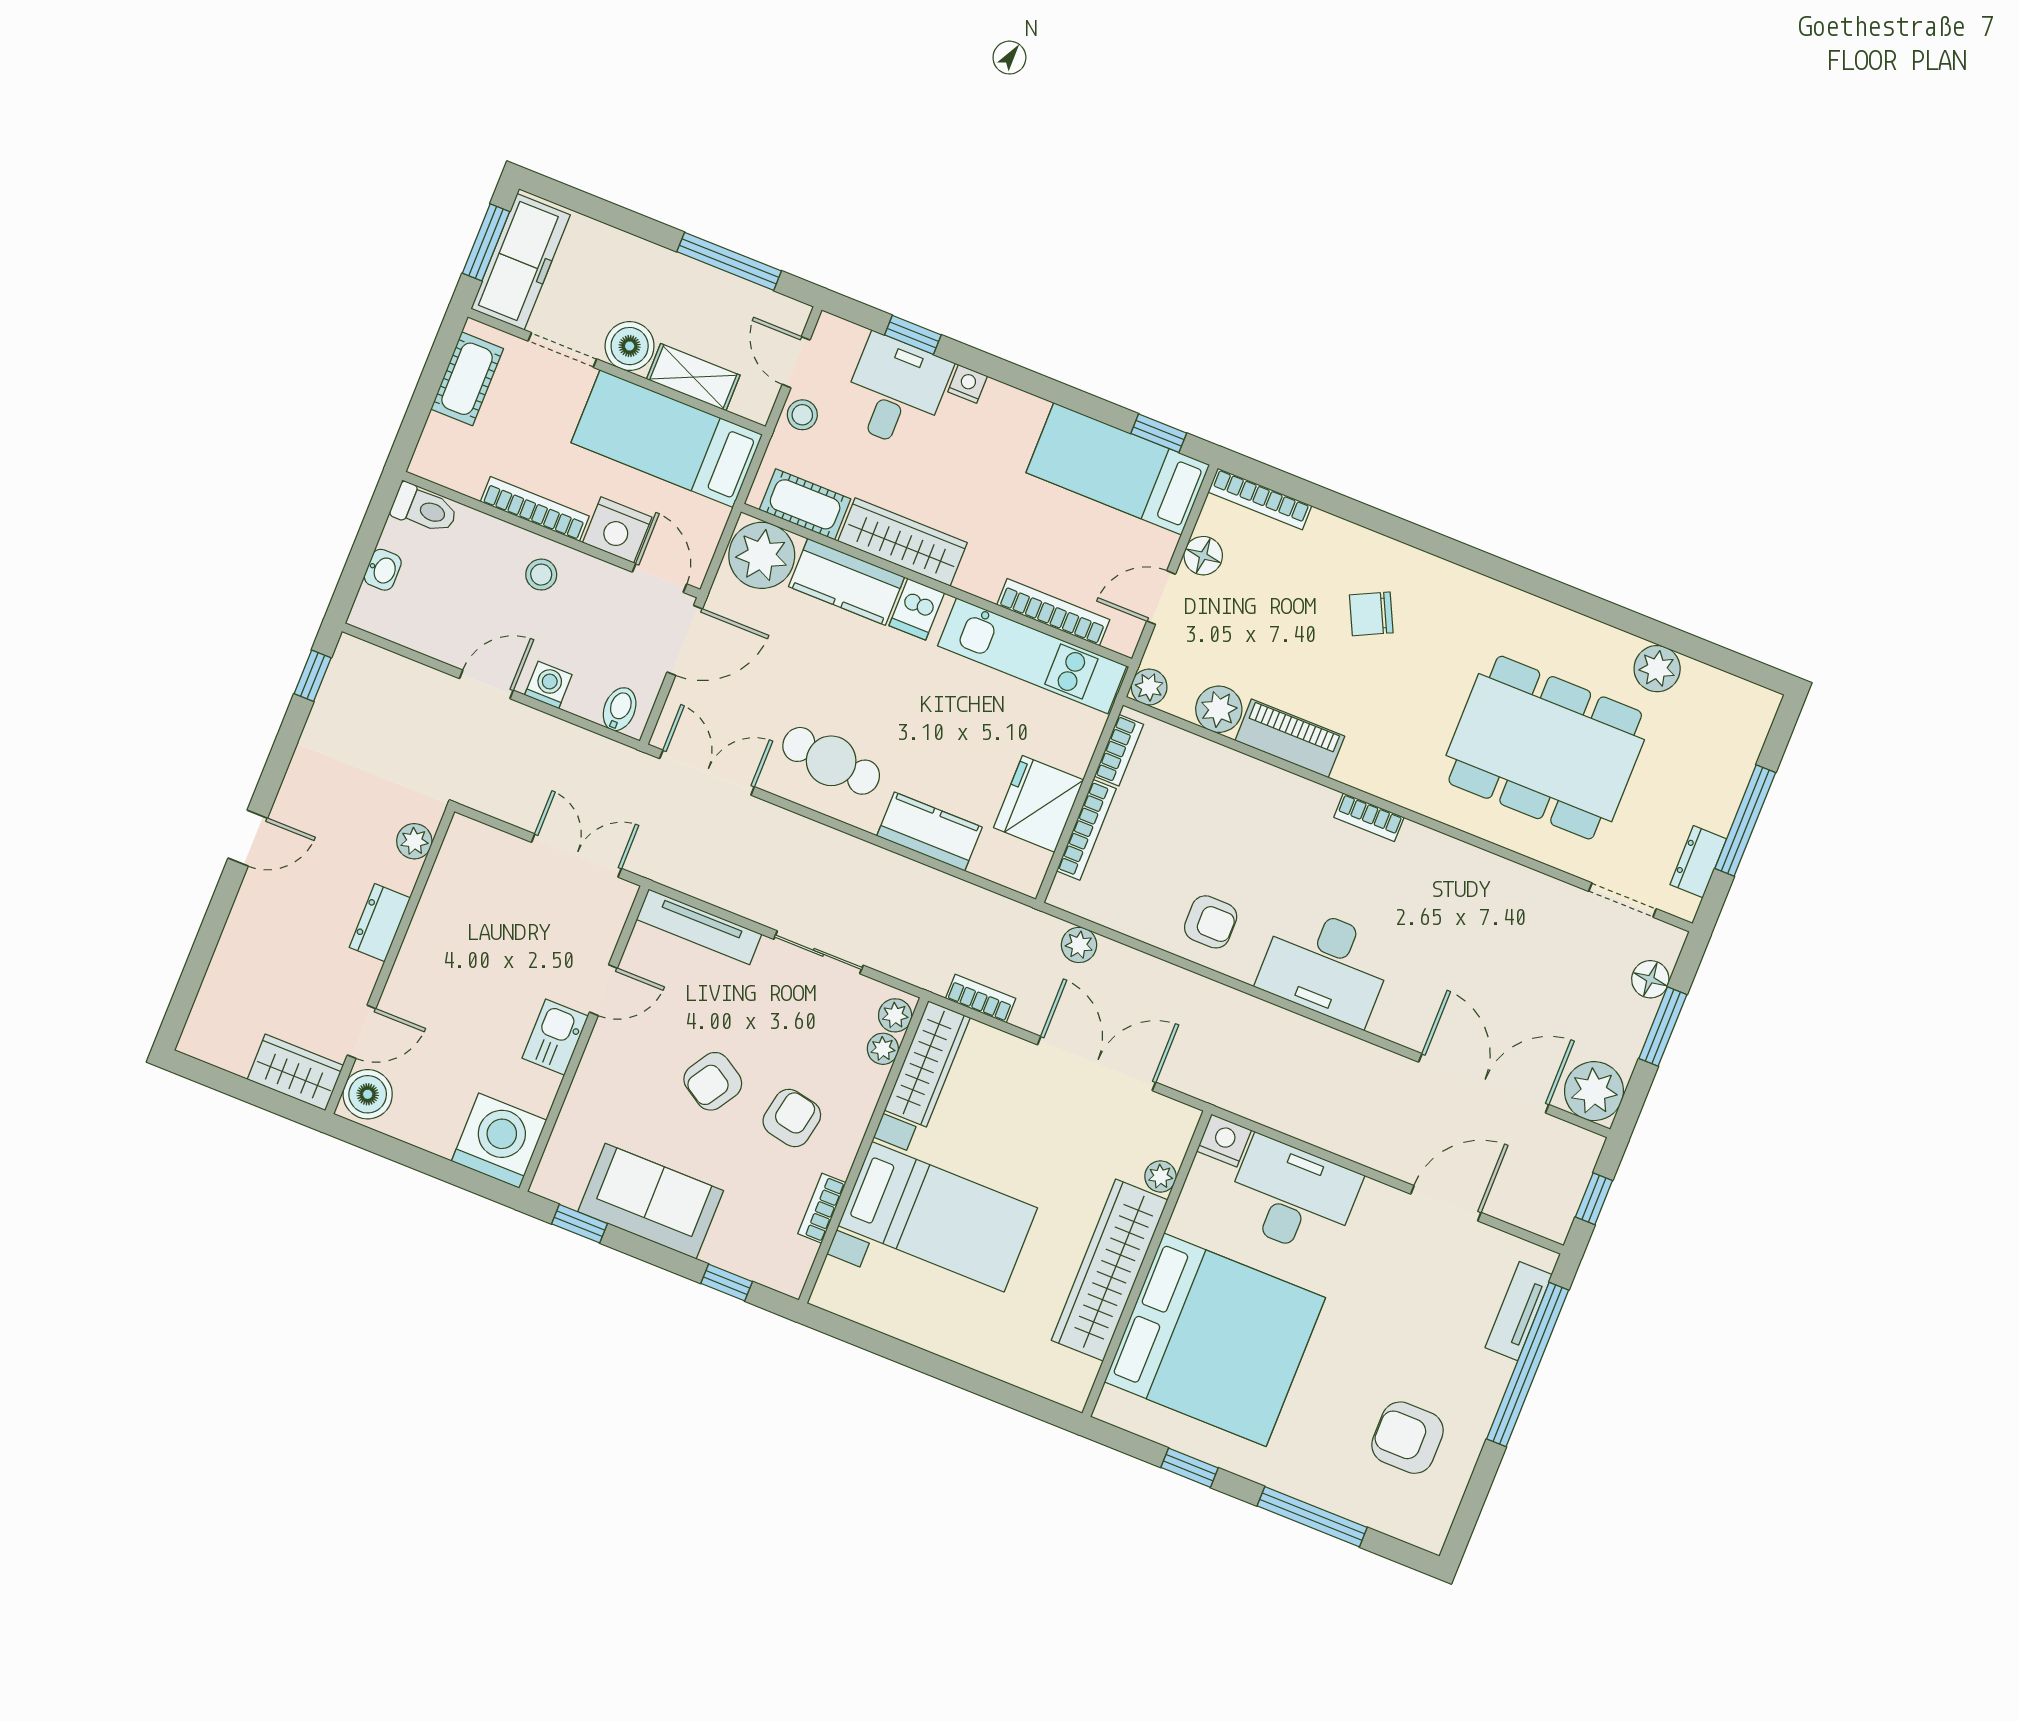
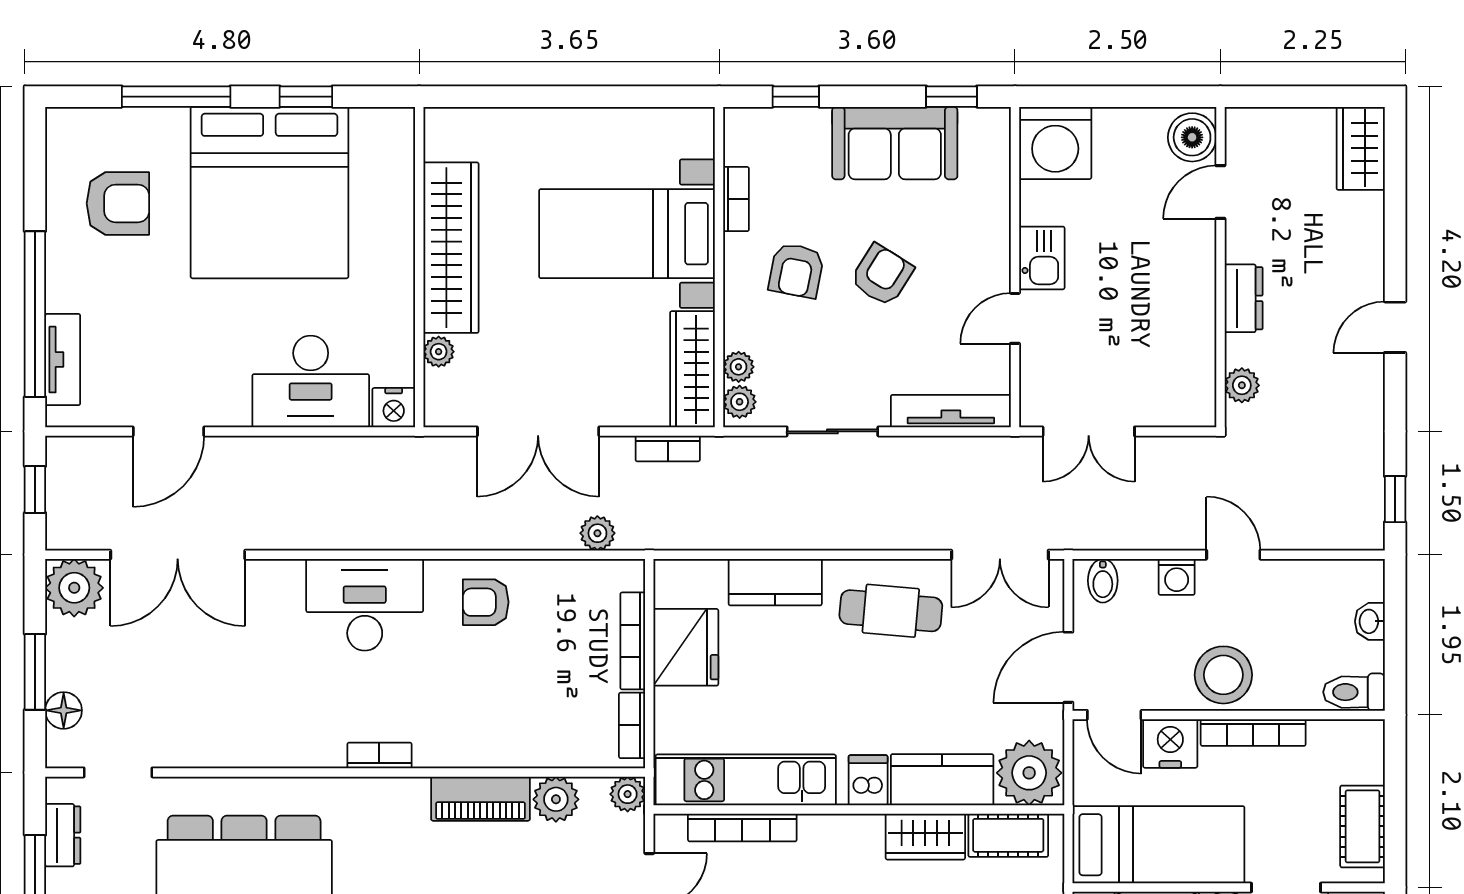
wardrobe: (903, 542) -> (925, 837), width x0.67
stool: (541, 575) -> (1223, 675), width x1.89, depth x1.89
door: (486, 684) -> (1233, 555), swing flipped
wardrobe: (295, 1072) -> (1361, 148), moved, turned 90
bed: (1215, 1340) -> (269, 193), moved, turned -90

